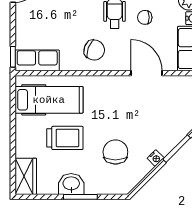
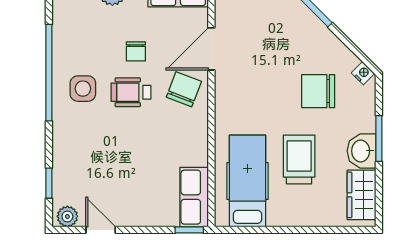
chair: (94, 50) -> (184, 89), moved
nightstand: (156, 158) -> (363, 73), moved
wardrobe: (26, 176) -> (362, 195), moved, turned -90

